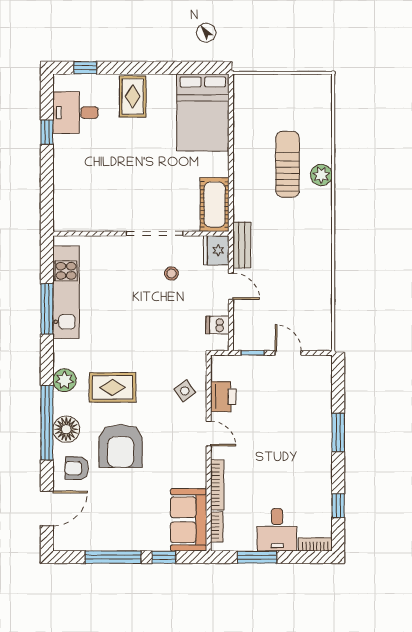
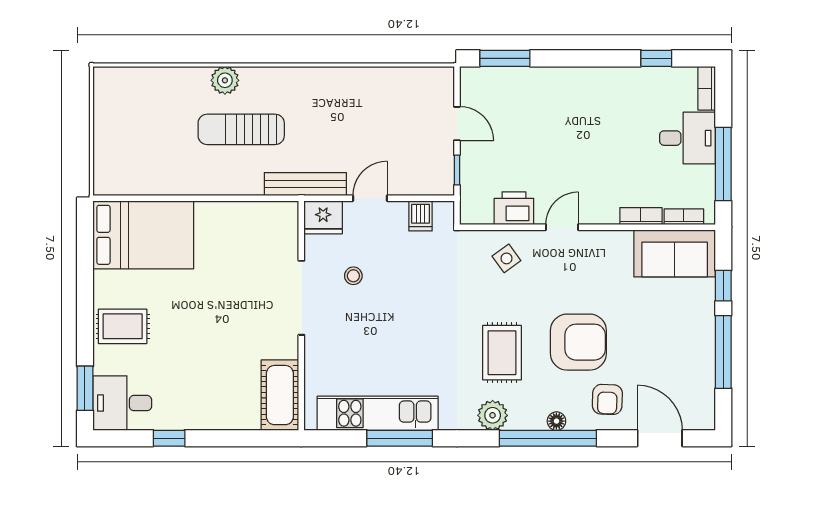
window: (85, 68) -> (85, 388), width x1.50
desk: (75, 113) -> (122, 403), moved, turned 90
sun lounger: (288, 164) -> (241, 129), moved
cot: (215, 205) -> (280, 395), moved, turned 90
bench: (242, 245) -> (305, 184), width x1.36
door: (288, 353) -> (457, 124), swing flipped
floor lamp: (66, 429) -> (556, 421), width x0.53, depth x0.53
window: (338, 433) -> (505, 58), moved
bookcase: (217, 485) -> (641, 216), width x0.64
window: (257, 557) -> (723, 164), width x1.44

